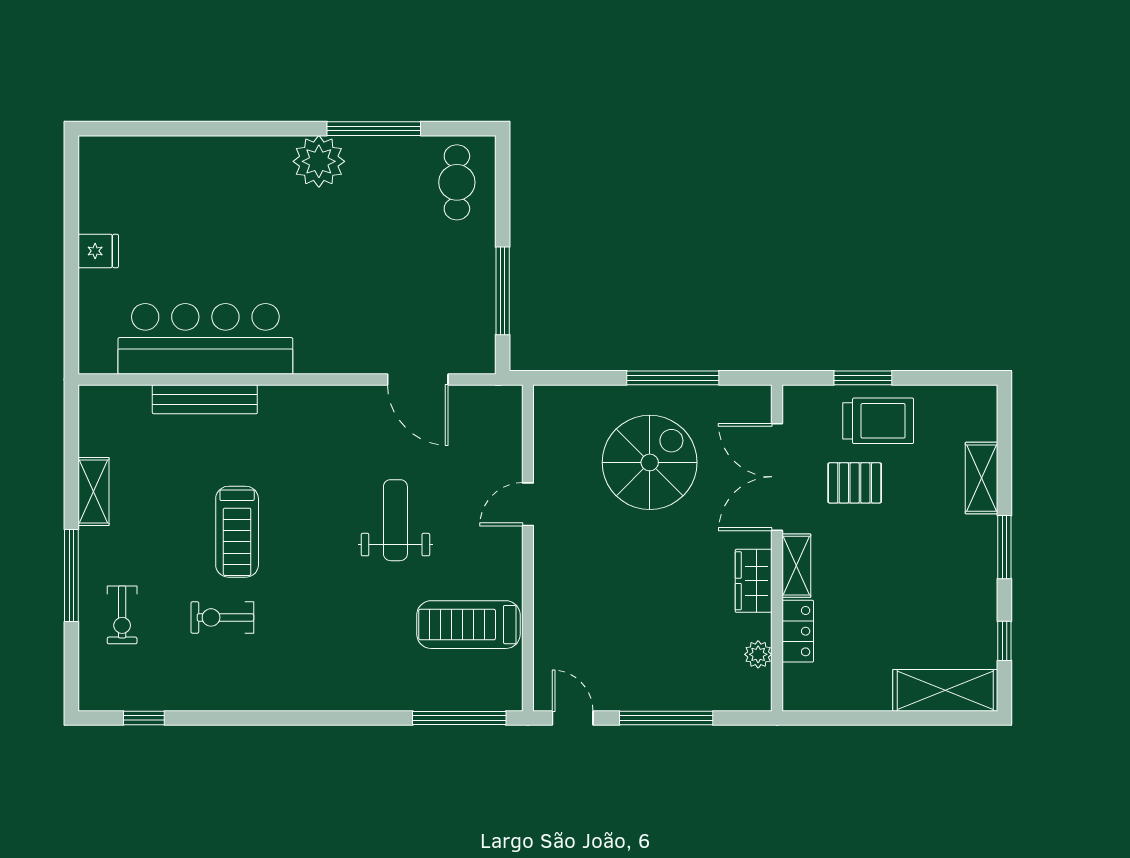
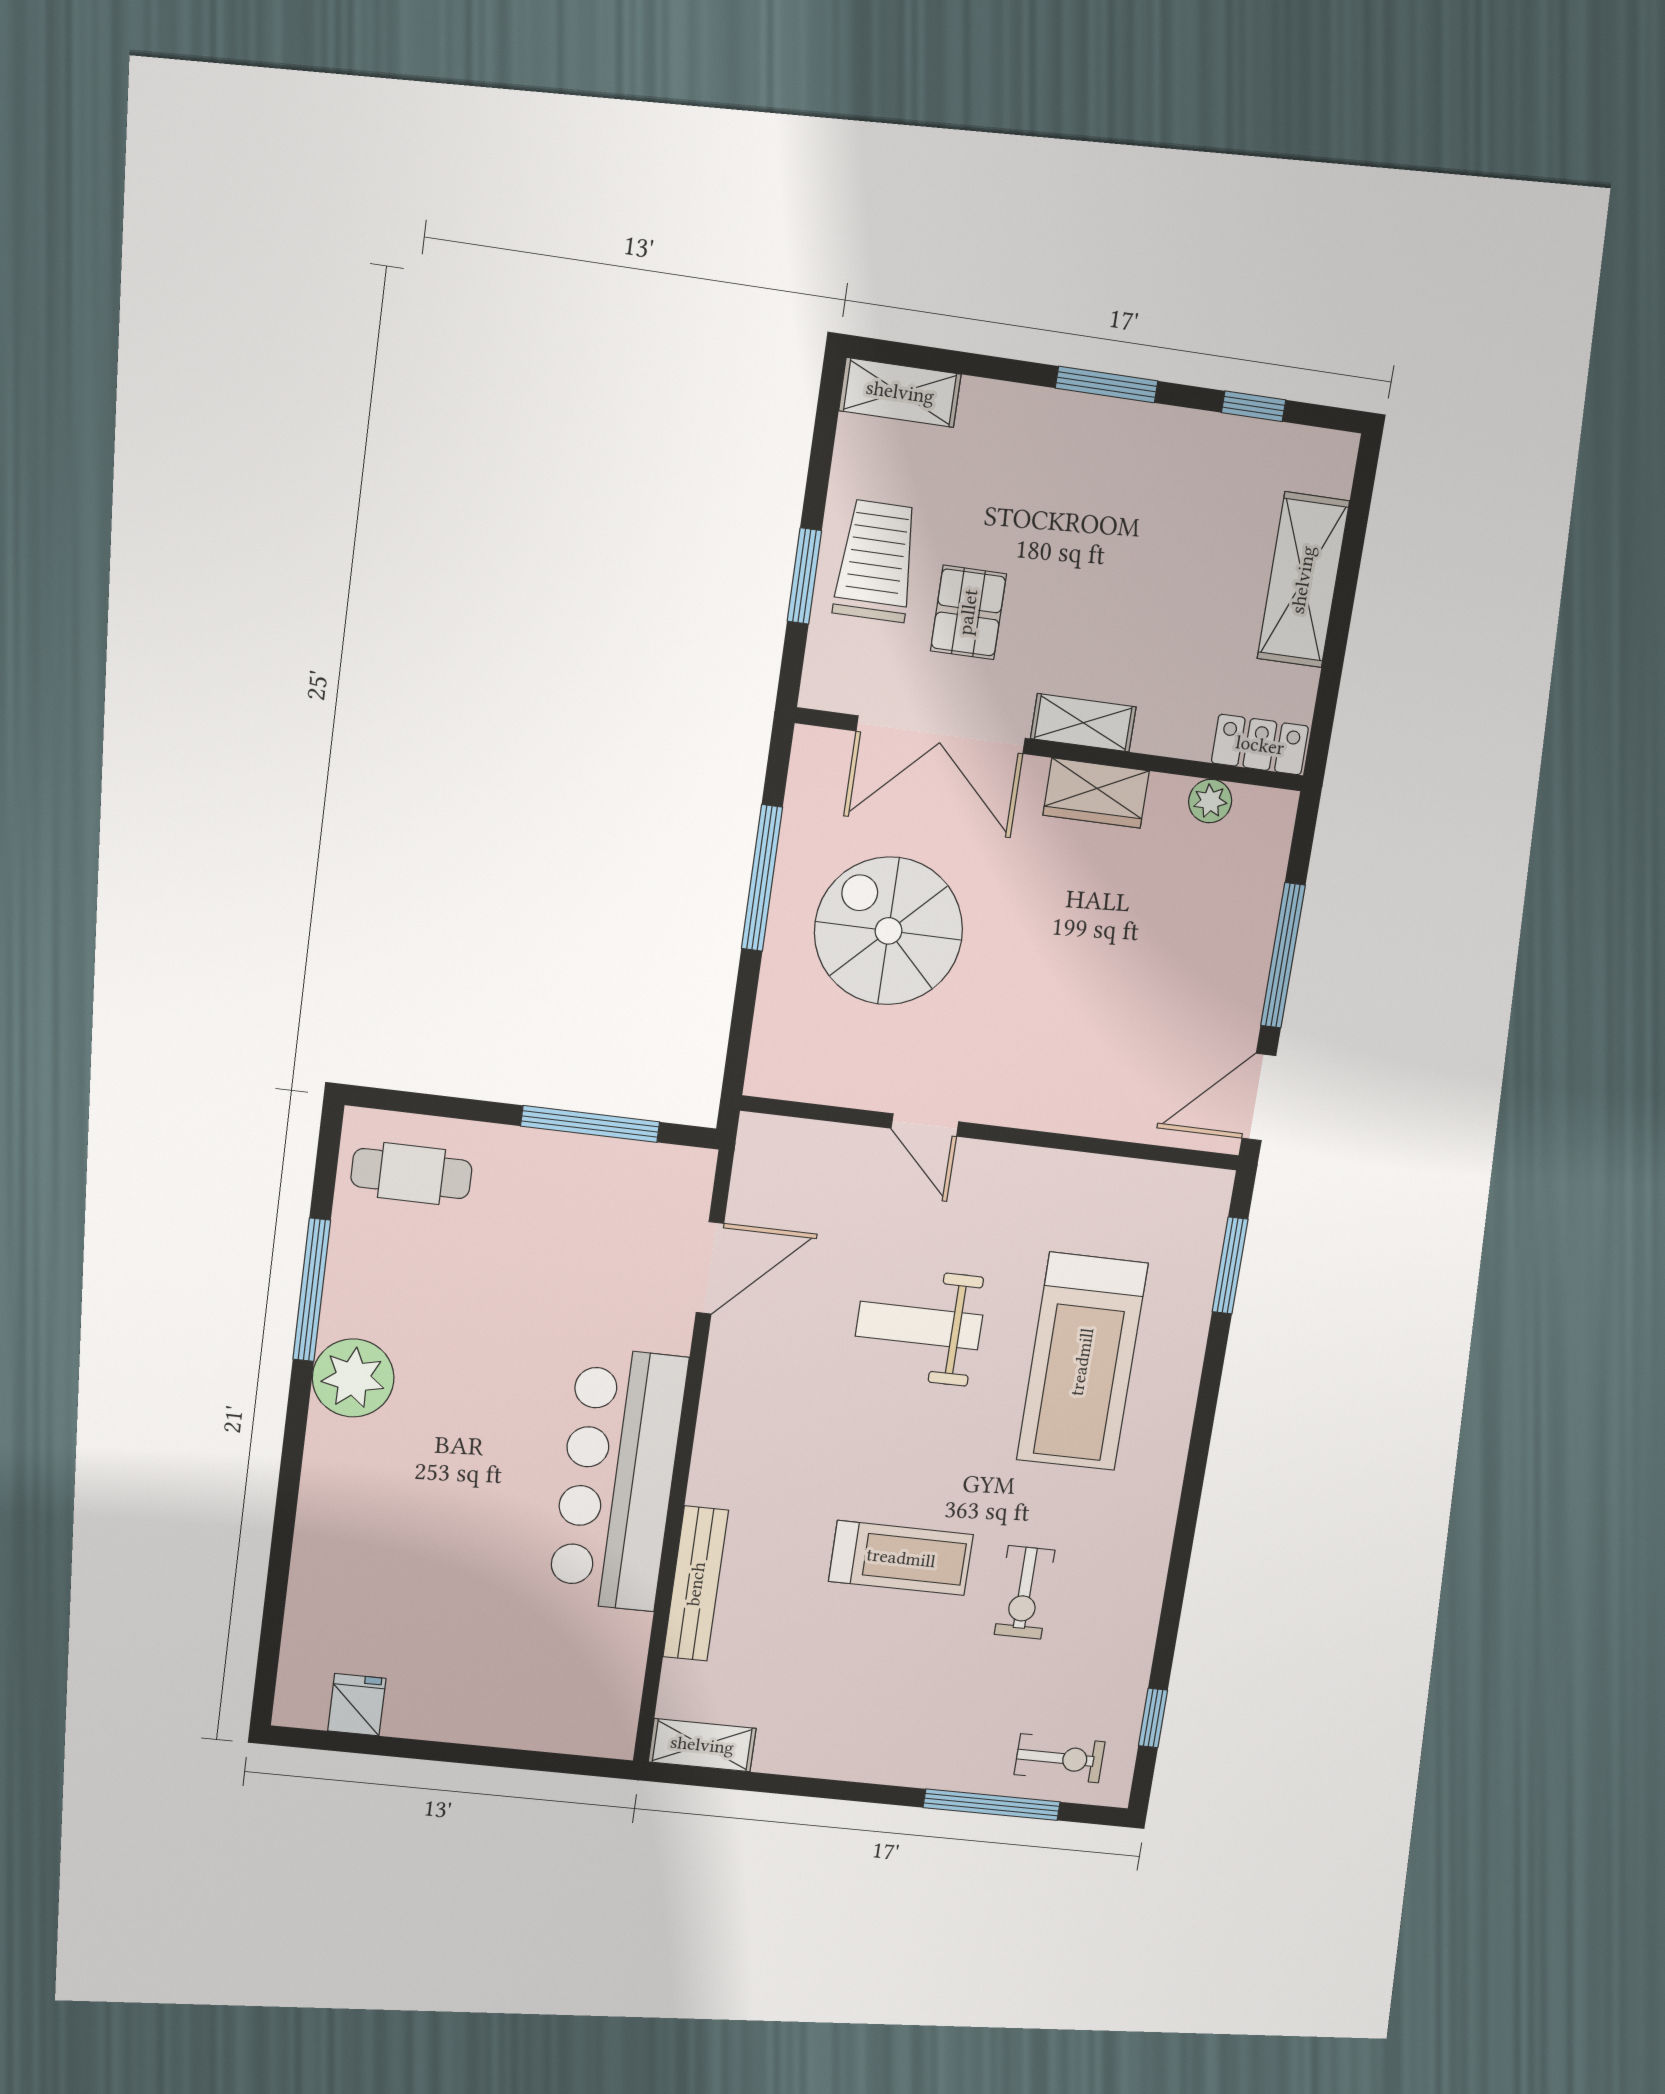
fridge: (98, 251) -> (357, 1705), moved
bar counter: (205, 339) -> (617, 1480), moved
shelving: (981, 478) -> (900, 392), moved
shelving: (94, 491) -> (702, 1745), moved
window: (71, 576) -> (992, 1805), moved
exercise bike: (122, 615) -> (1060, 1758), moved
treadmill: (468, 625) -> (1082, 1362), moved, width x1.37, depth x1.37
locker: (798, 631) -> (1260, 745), moved
shelving: (945, 690) -> (1303, 580), moved
window: (459, 718) -> (1230, 1266), width x0.69
door: (573, 718) -> (1259, 1097), width x1.38

